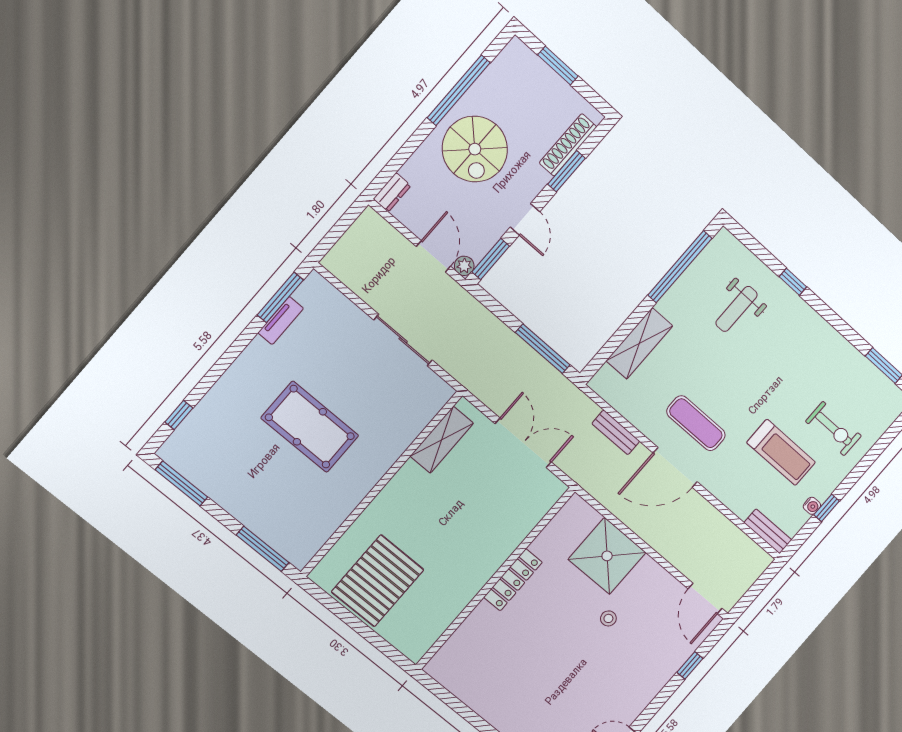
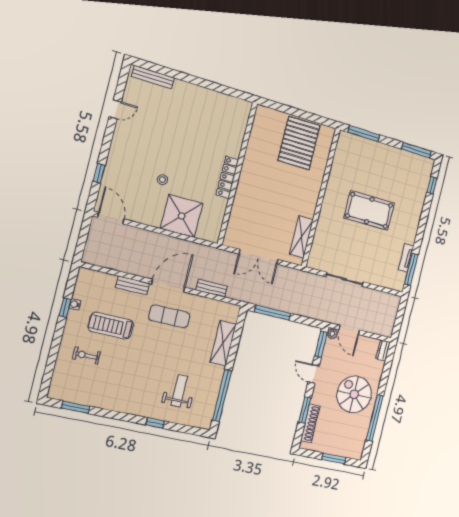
exercise bike: (834, 429) -> (86, 356), width x0.73, depth x0.72
bench: (768, 531) -> (133, 285), moved

